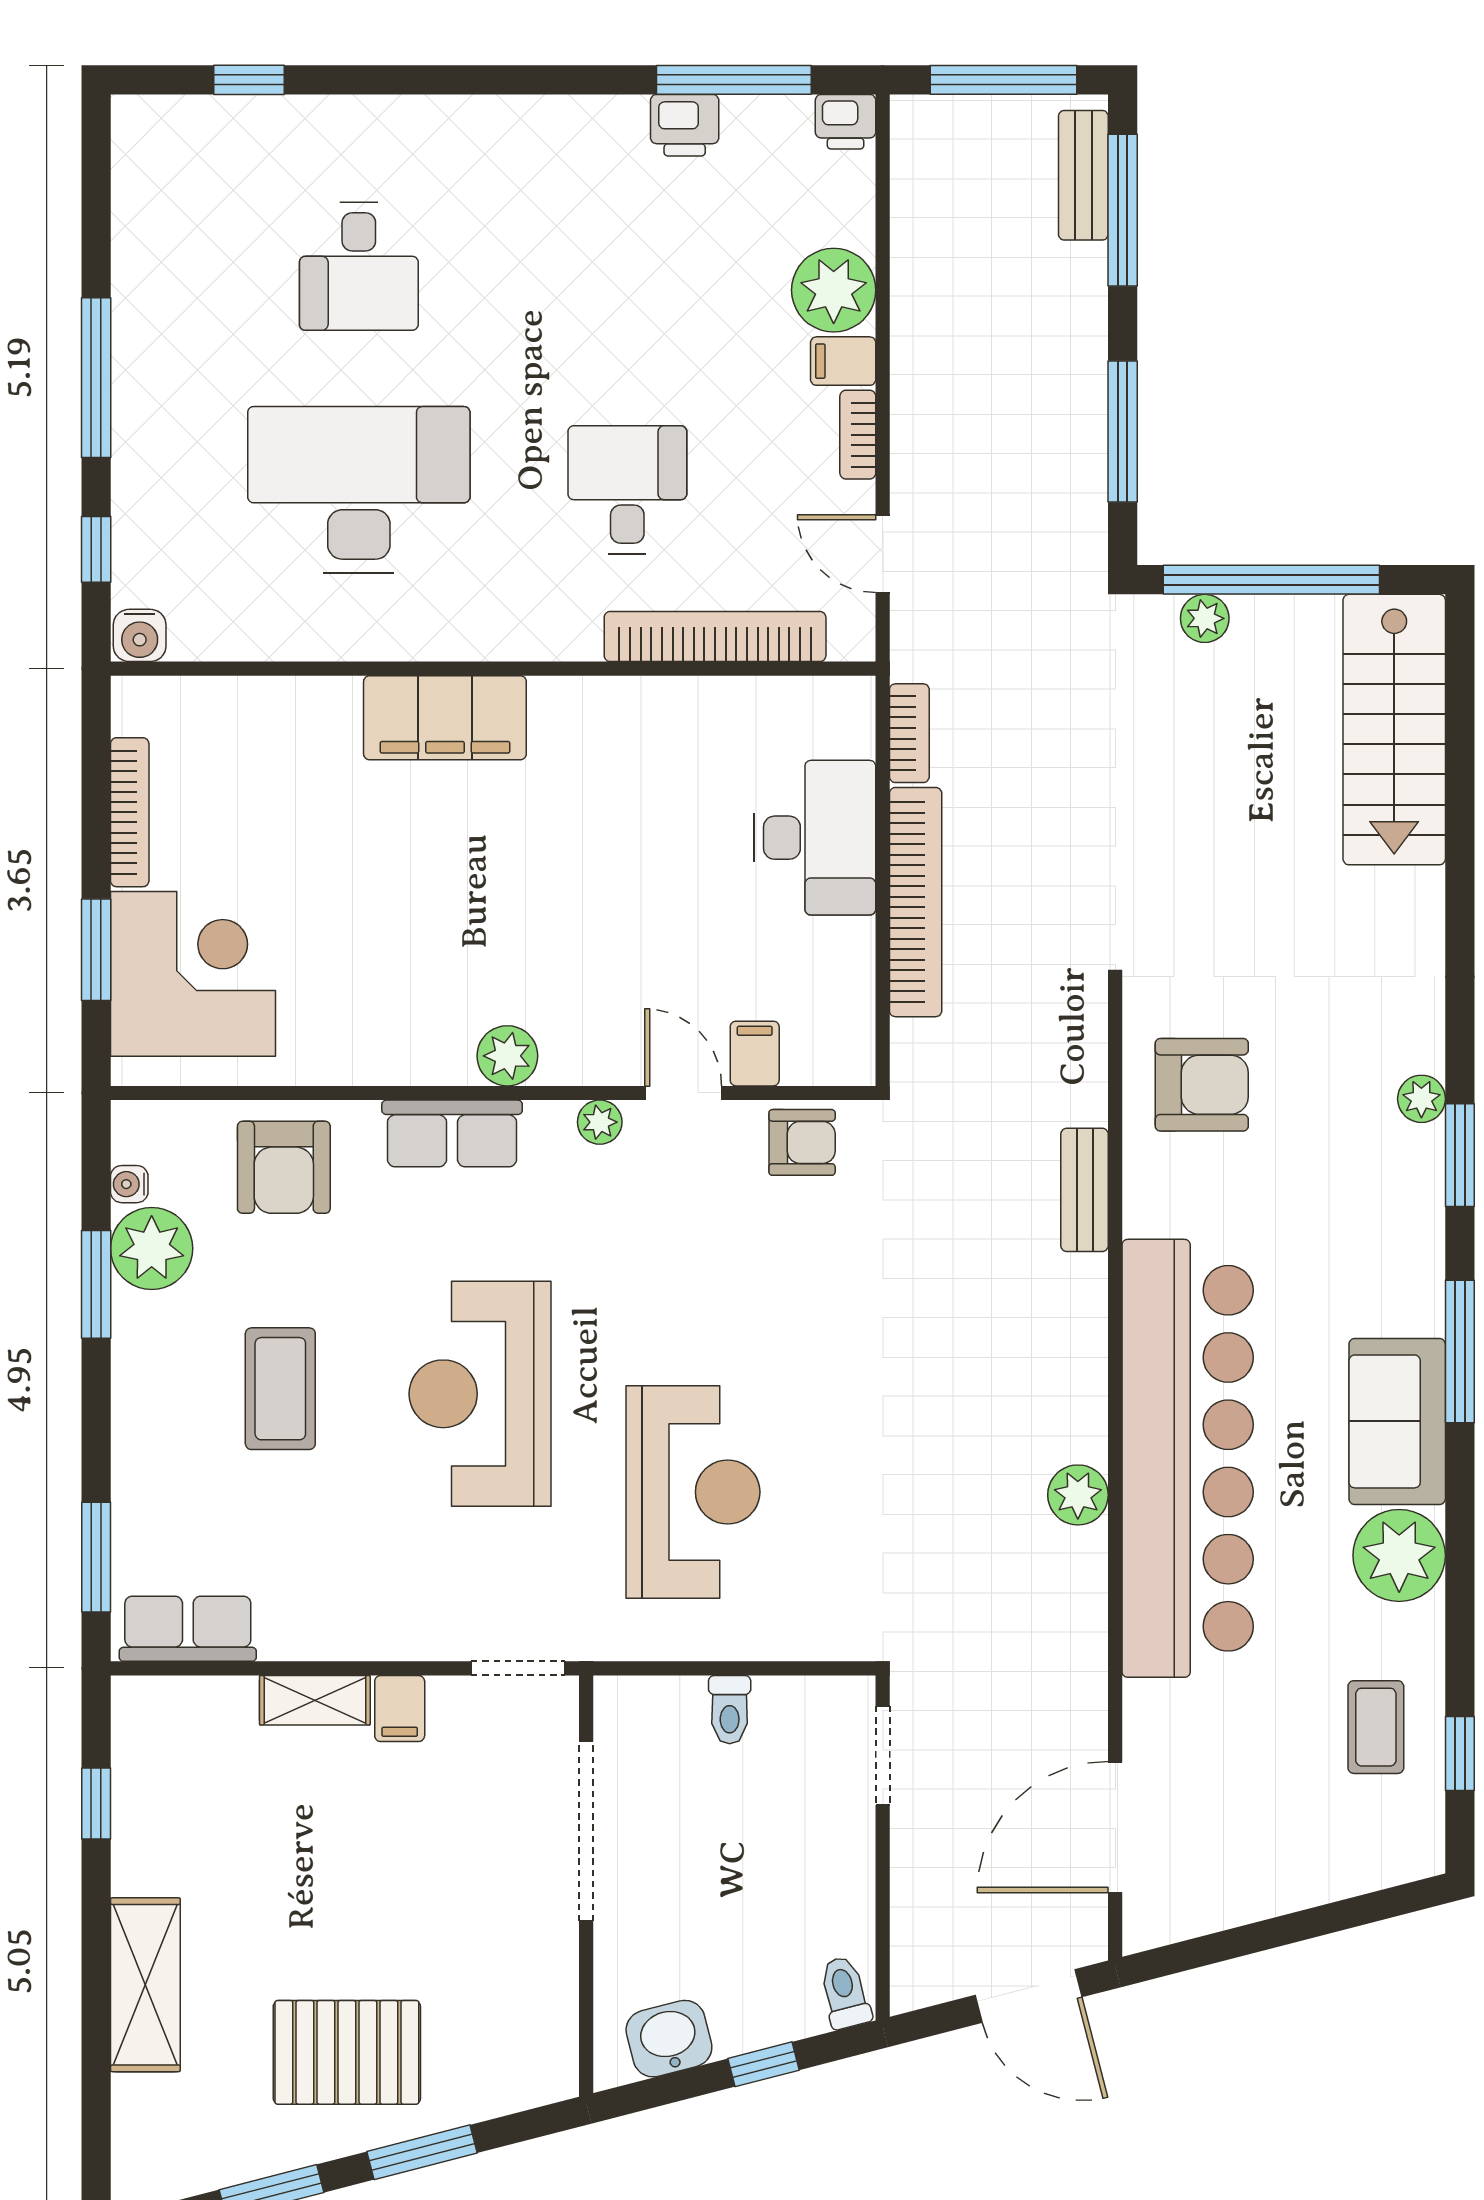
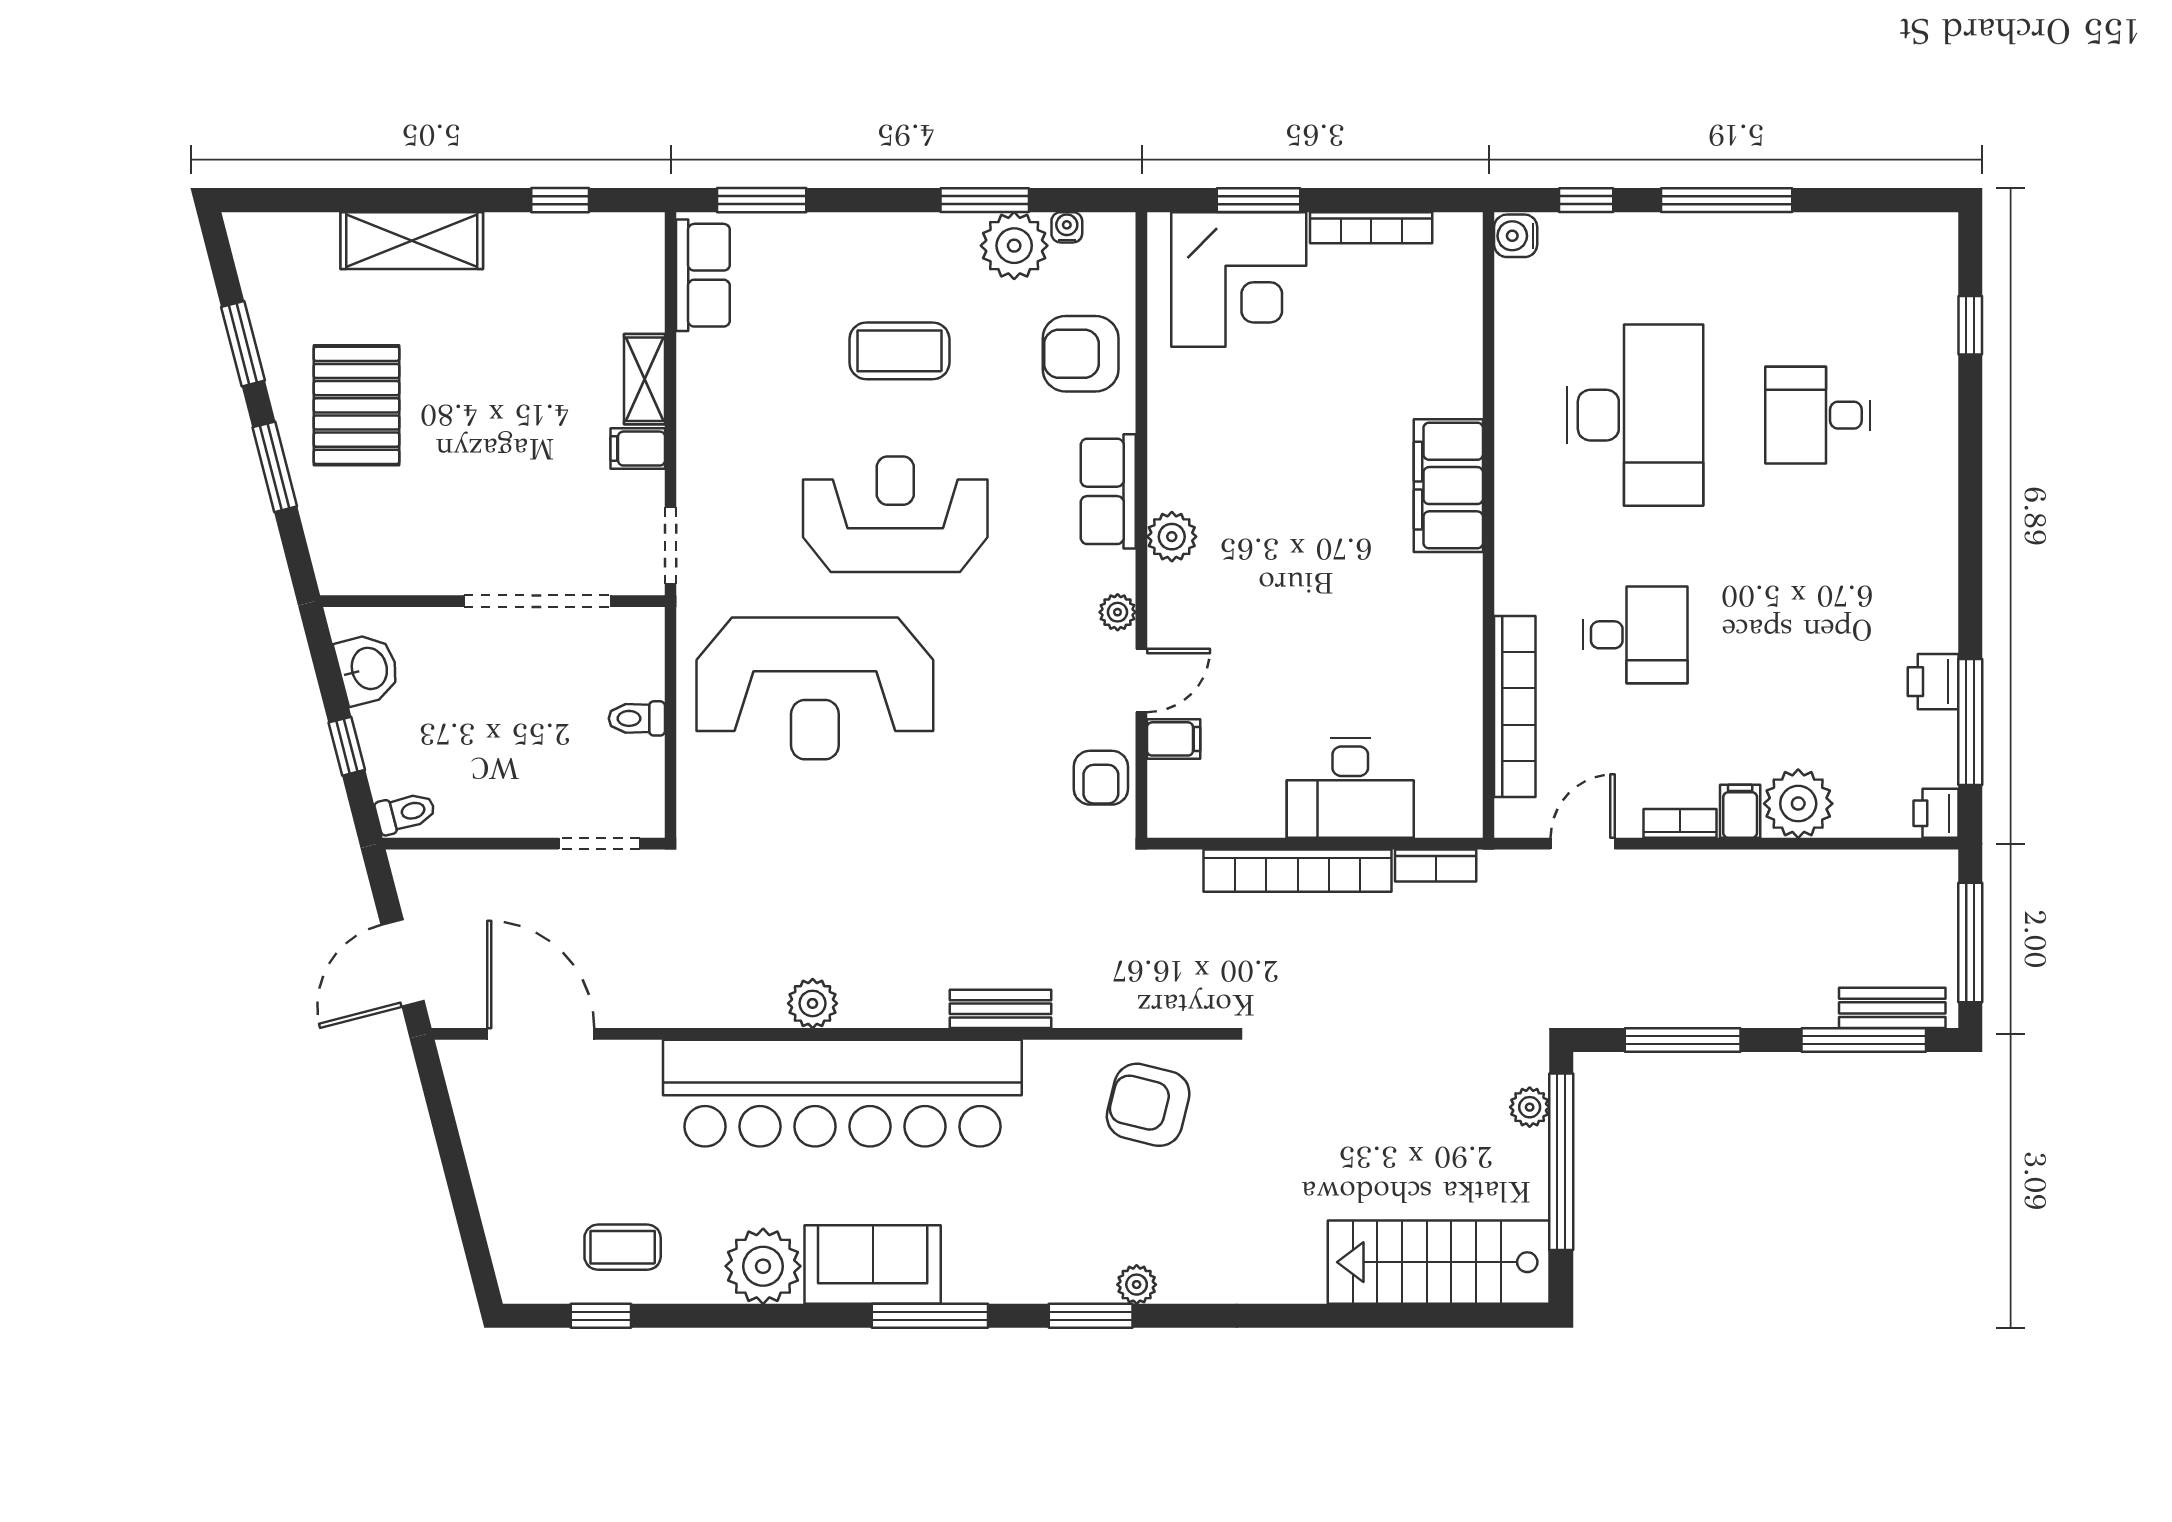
armchair: (1202, 1085) -> (1148, 1105), turned 104
bench: (1085, 1190) -> (1000, 1009), moved
reception desk: (693, 1492) -> (815, 688), width x1.36, depth x1.30

